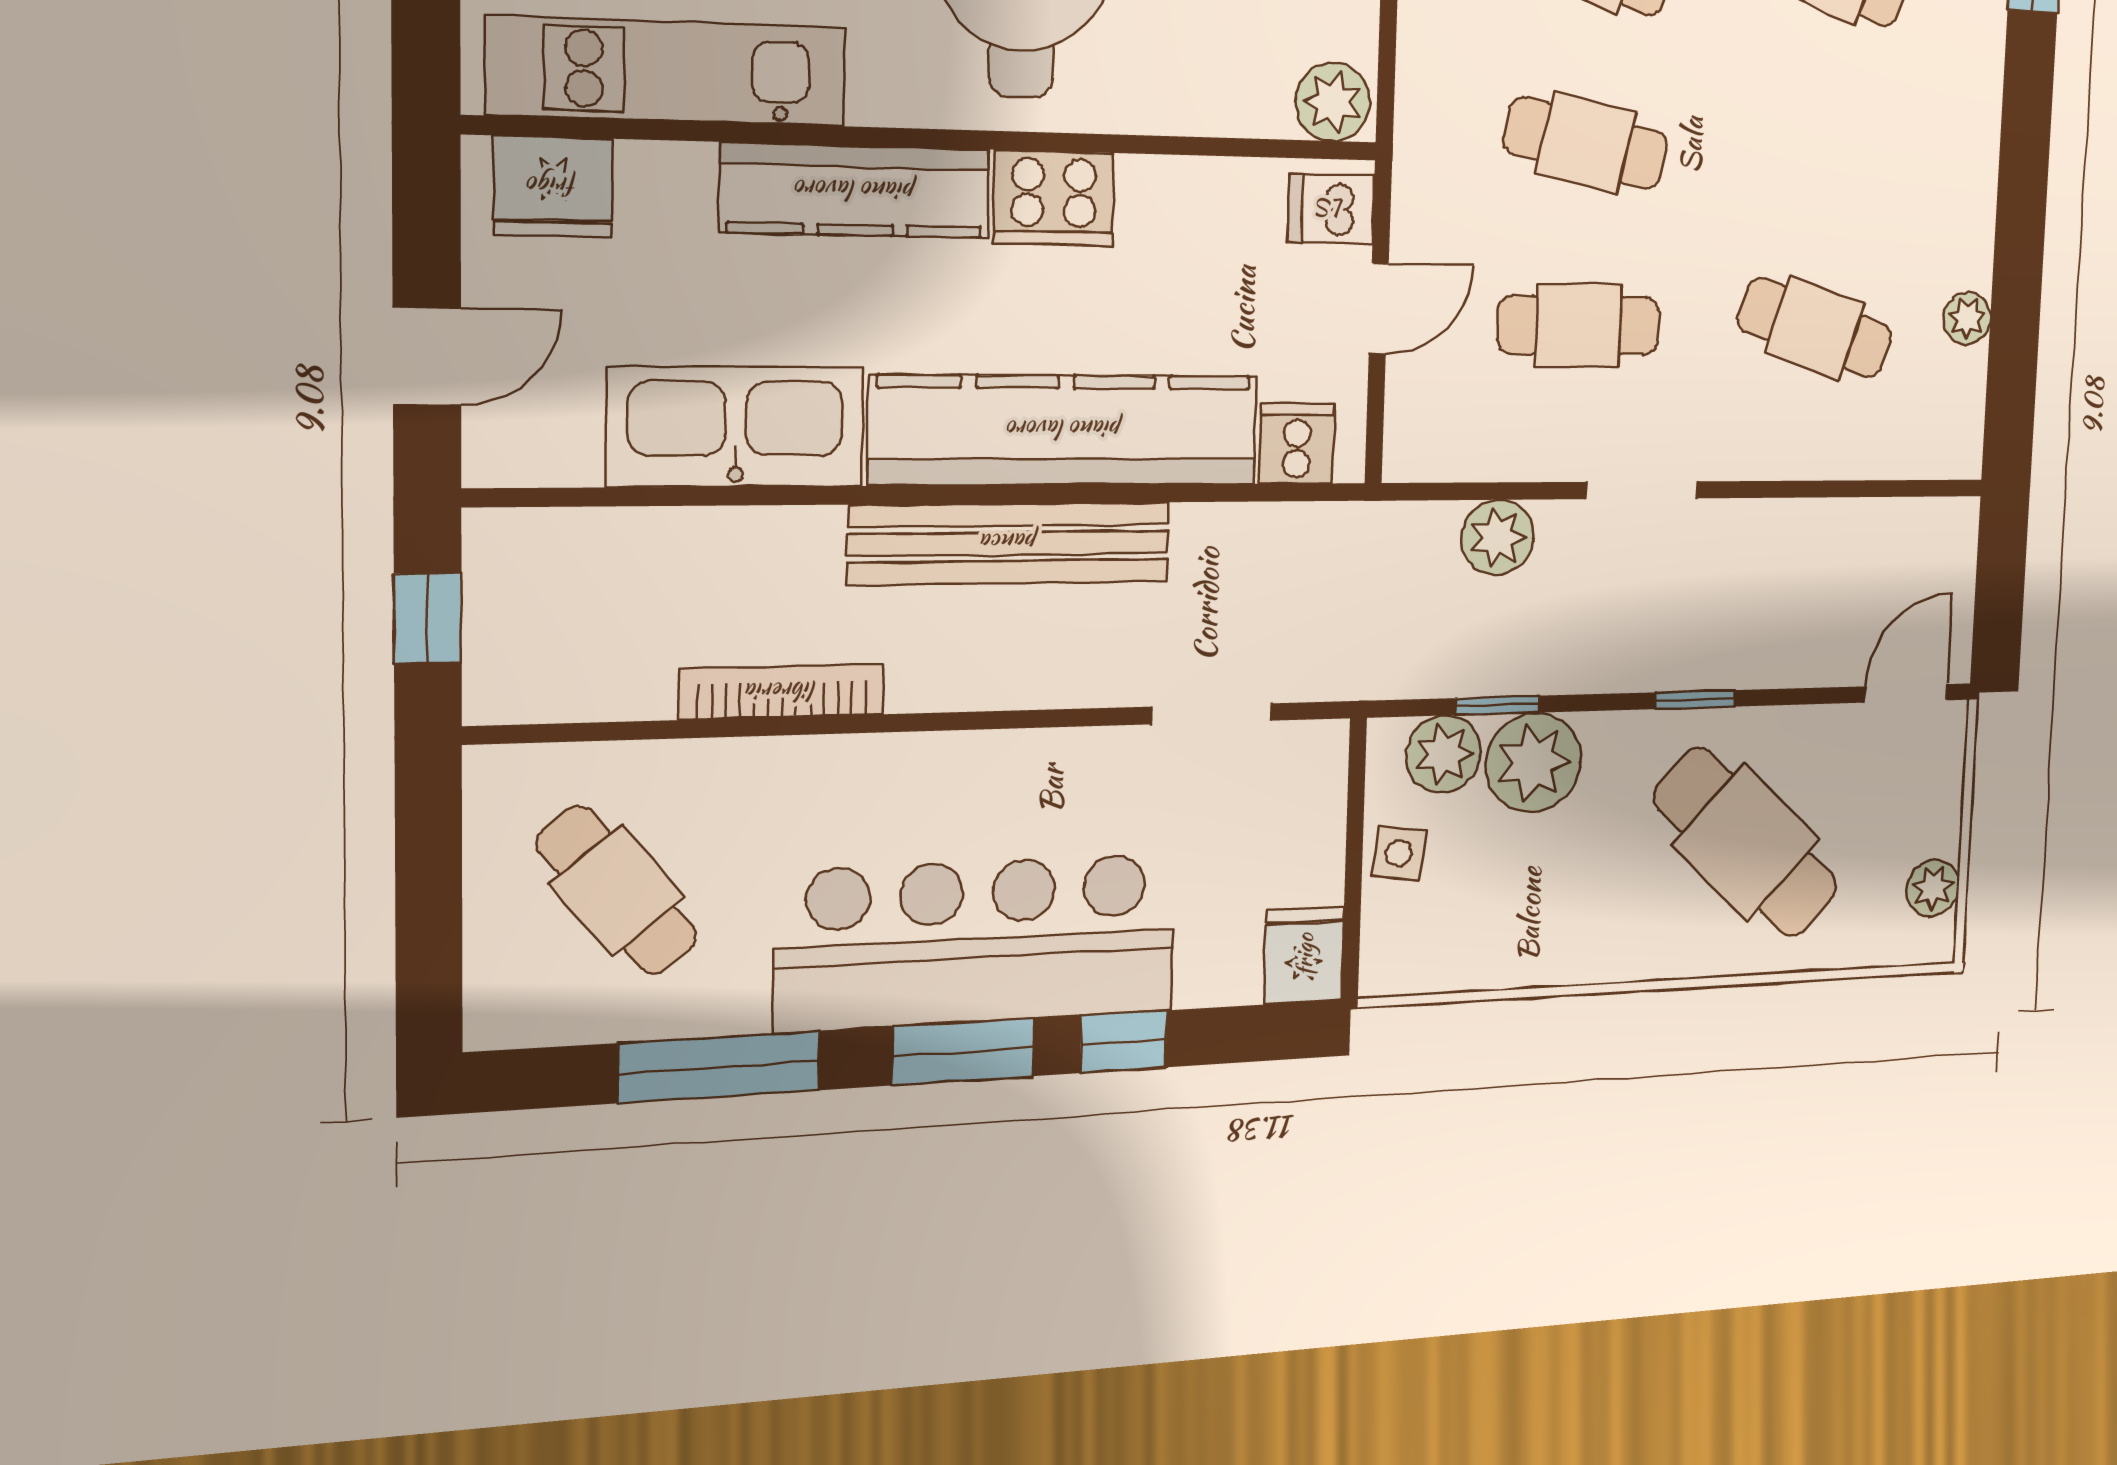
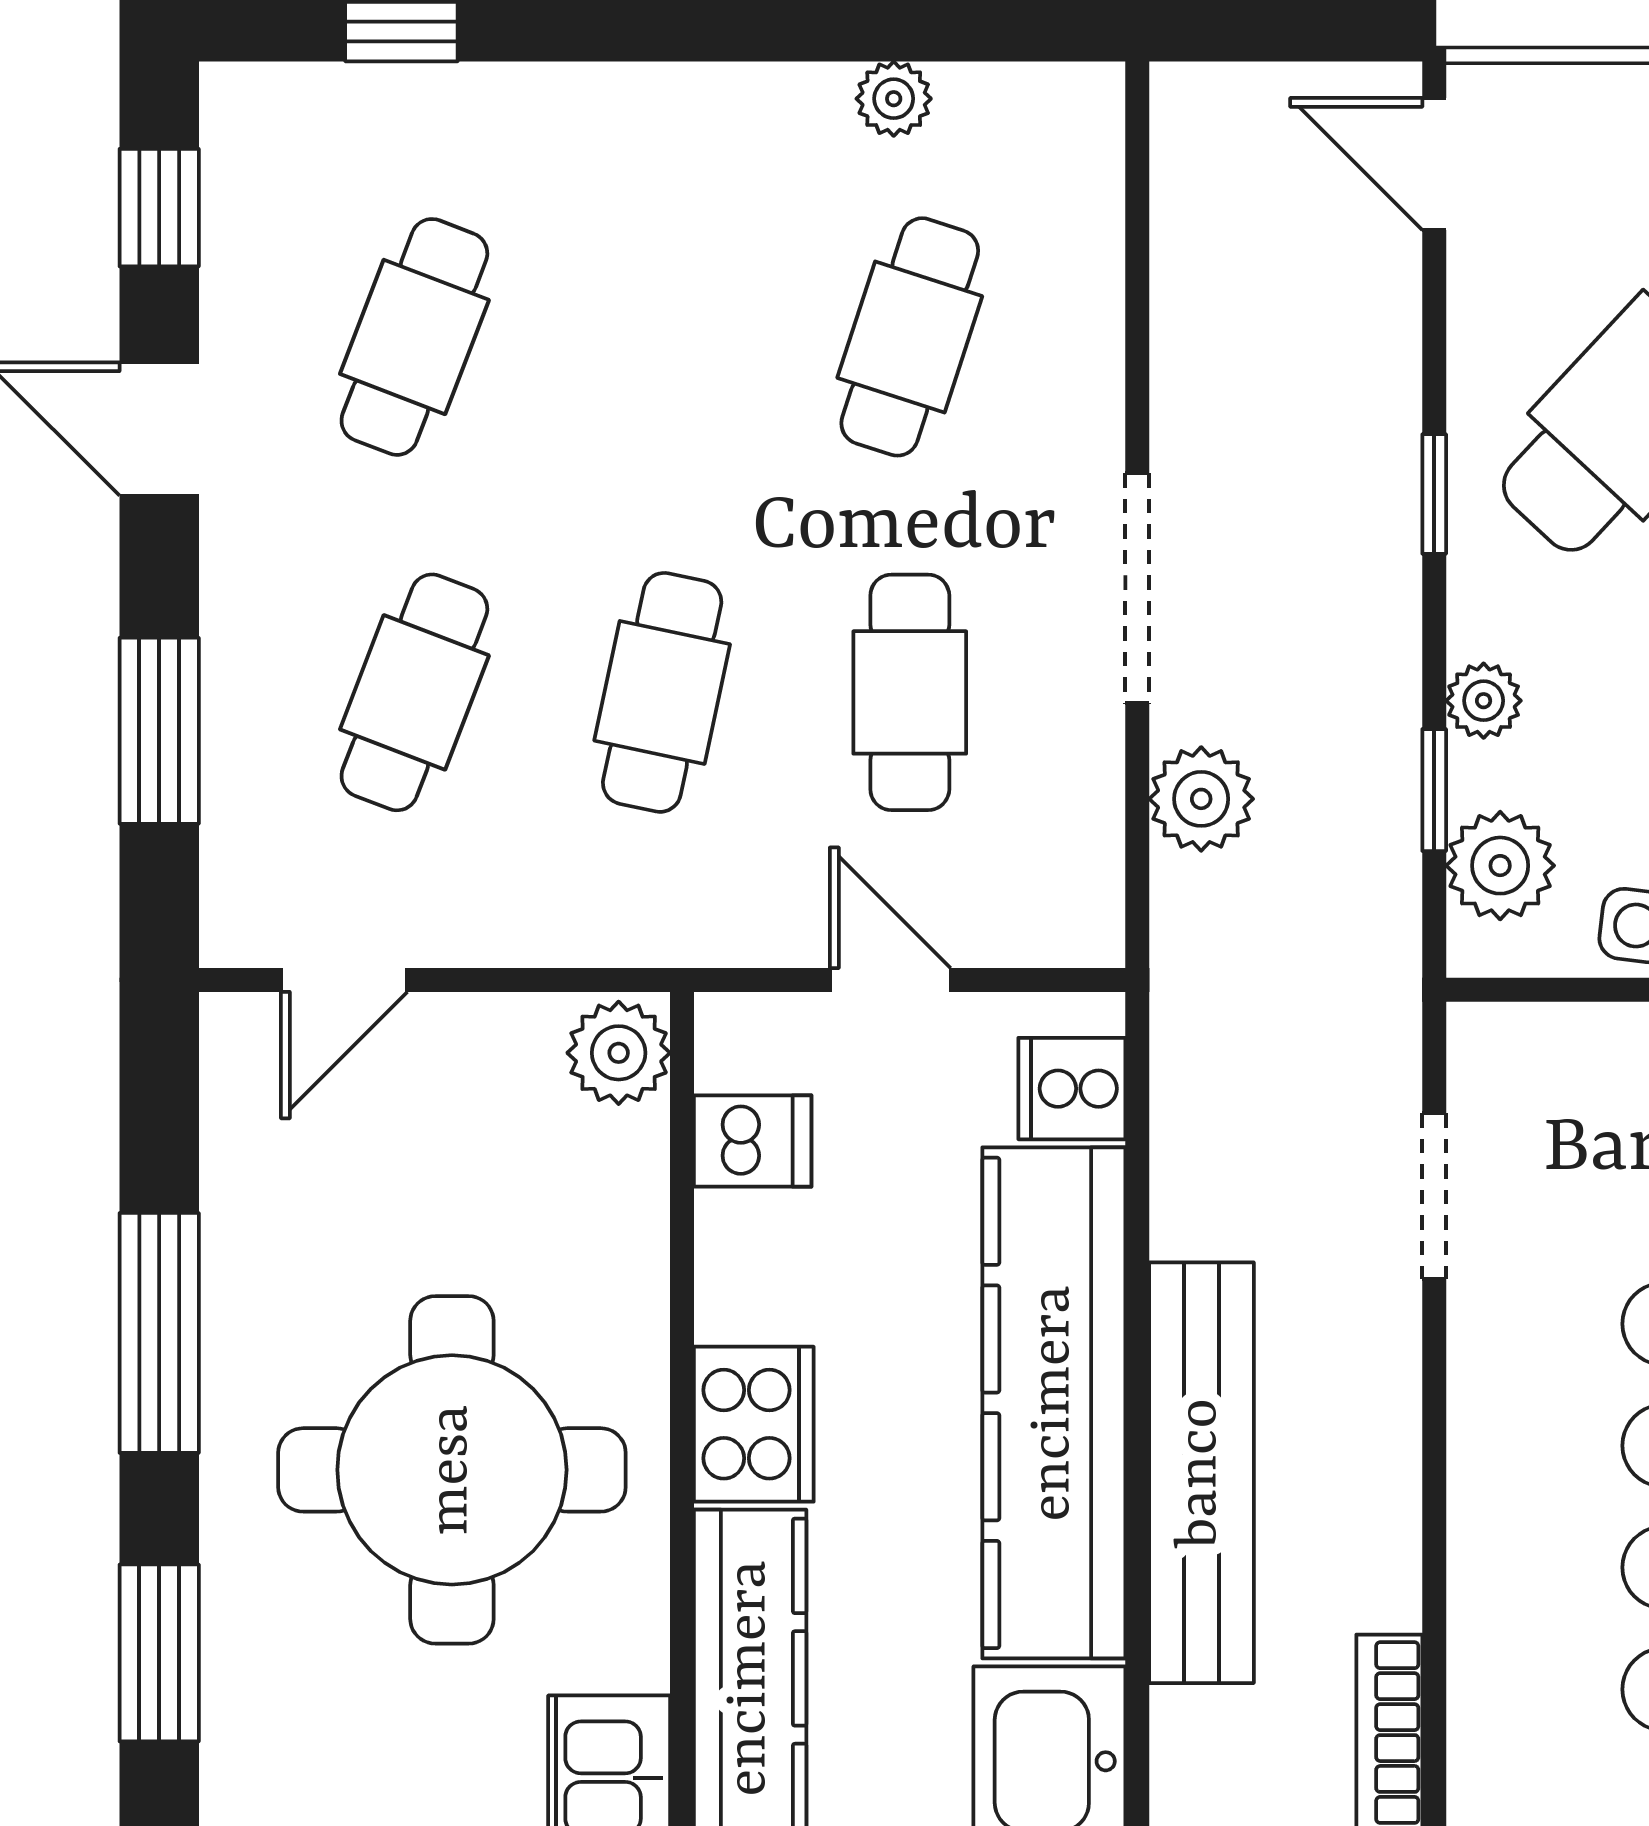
dishwasher: (1331, 209) -> (753, 1141), moved, turned -90
doorway: (1642, 490) -> (1137, 588), width x1.38
plant: (1533, 763) -> (1484, 701), width x0.53, depth x0.53

